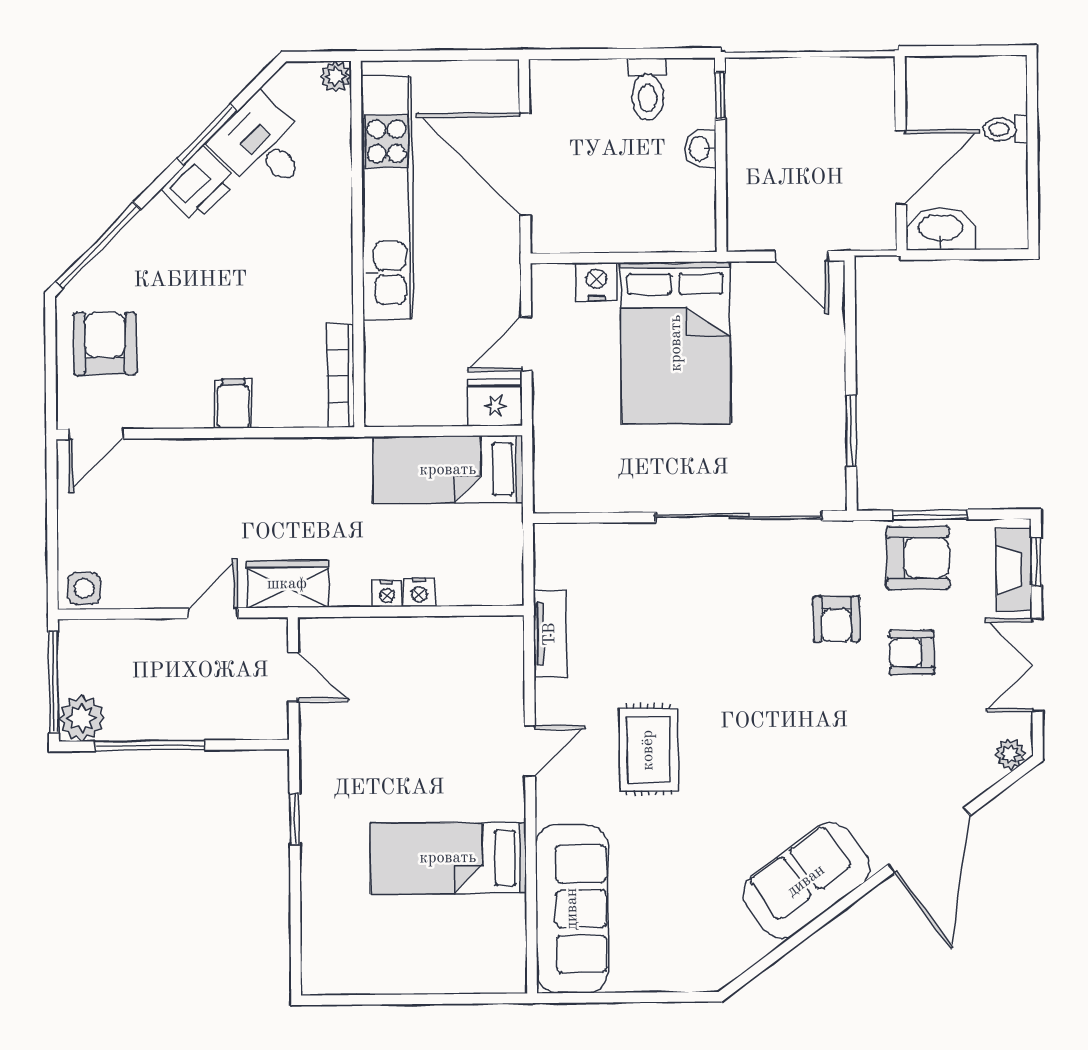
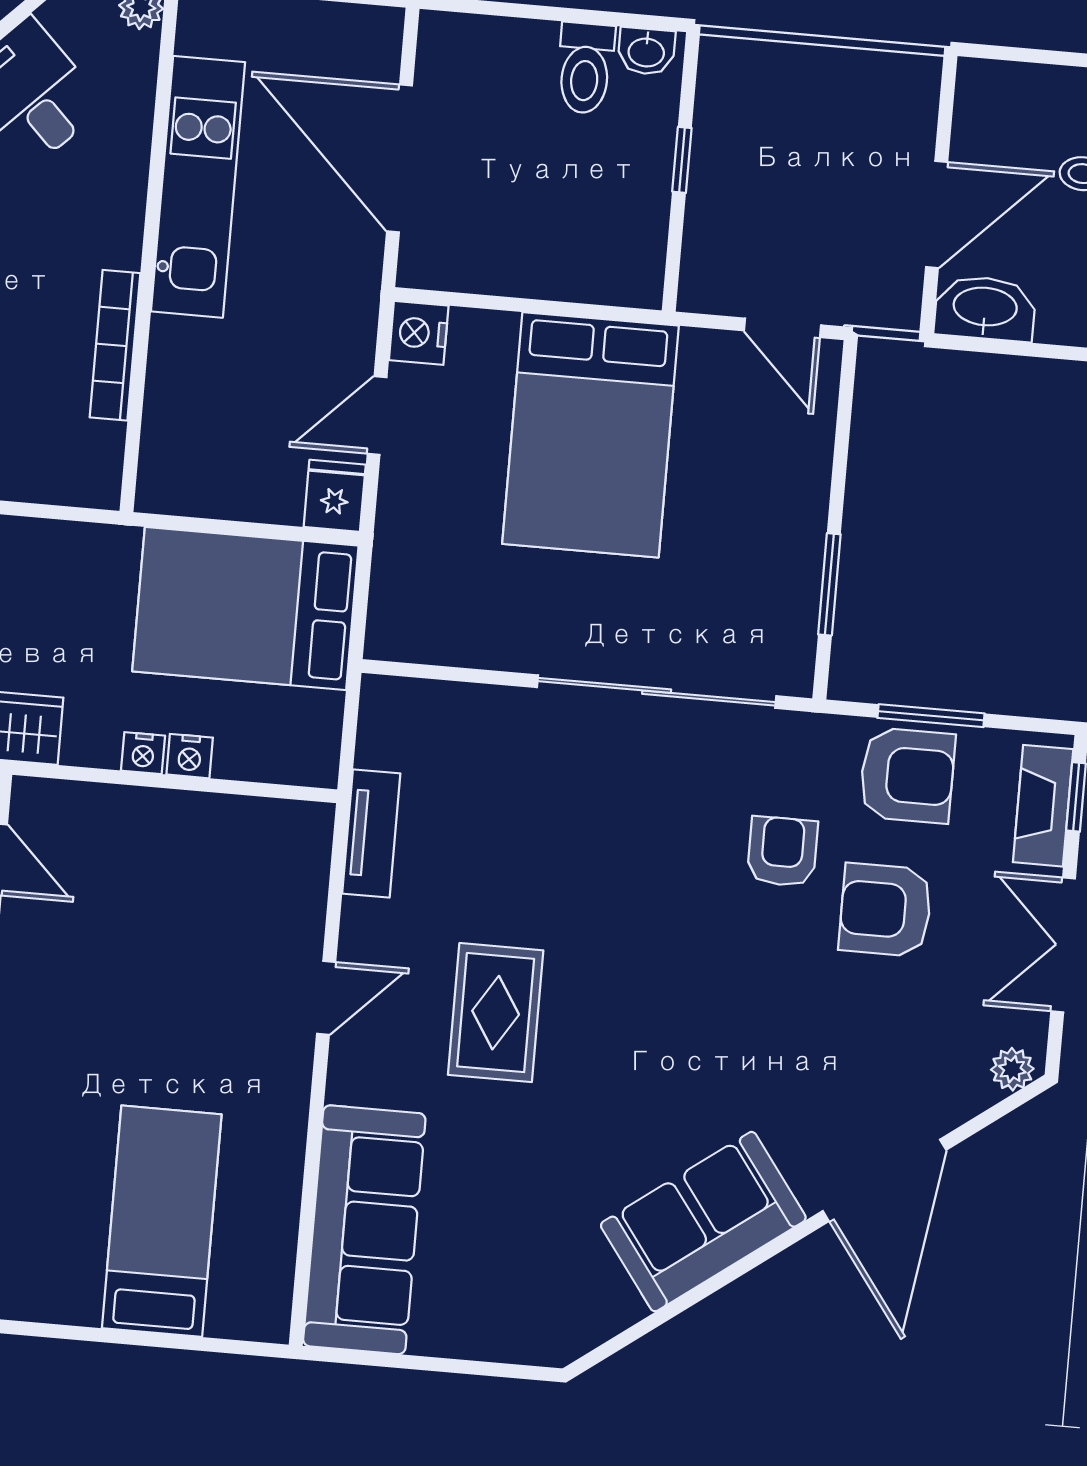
window: (720, 96) -> (682, 160), moved
washbasin: (700, 149) -> (646, 51), moved, turned -90
kitchen unit: (387, 197) -> (198, 187), width x0.73
nightstand: (596, 282) -> (419, 333), moved, turned -90
bookcase: (341, 376) -> (115, 345), moved
fridge: (495, 402) -> (335, 496), width x0.72
bed: (448, 470) -> (245, 608), width x1.50
armchair: (836, 619) -> (782, 852), turned 180
armchair: (912, 653) -> (885, 910), width x1.38, depth x1.38
bed: (448, 858) -> (162, 1221), moved, turned 90

